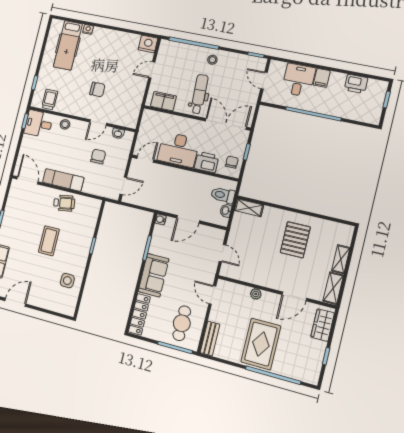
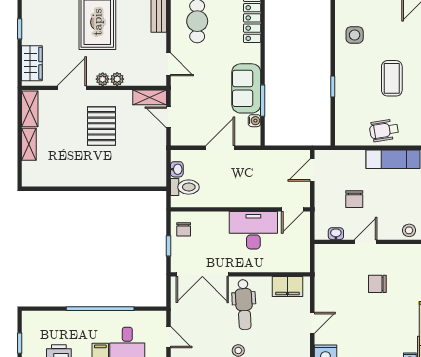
printer: (207, 162) -> (215, 223), removed
shelving: (249, 208) -> (150, 97), moved
water cooler: (161, 219) -> (254, 121), moved
pallet: (295, 240) -> (102, 126), moved
sofa: (154, 275) -> (246, 88), moved
plant: (268, 297) -> (103, 79), added

